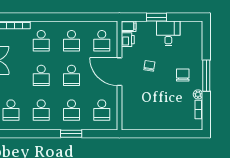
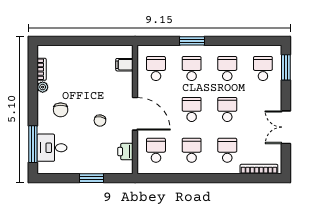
filing cabinet: (129, 26) -> (124, 65), moved
desk: (168, 33) -> (52, 148), moved, turned 90
window: (206, 76) -> (33, 144), moved

